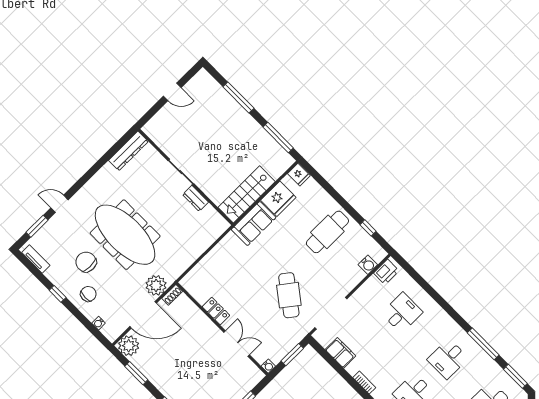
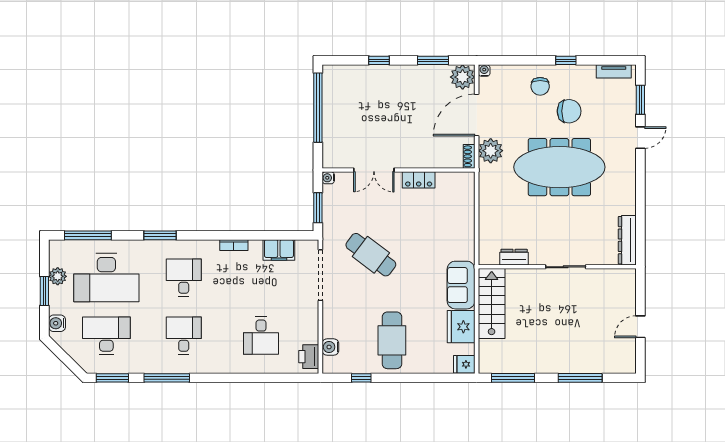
dresser: (195, 198) -> (514, 257), moved
water cooler: (99, 323) -> (484, 71), moved

